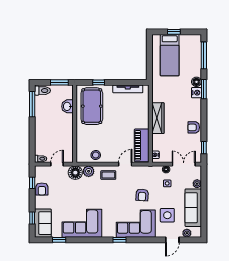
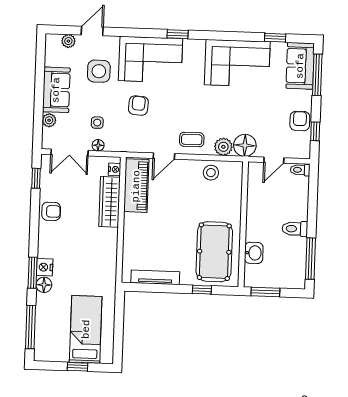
toilet: (42, 91) -> (295, 229), moved
wardrobe: (158, 118) -> (109, 202), moved
sofa: (193, 208) -> (56, 90), width x0.73
window: (32, 218) -> (317, 75), width x2.17

